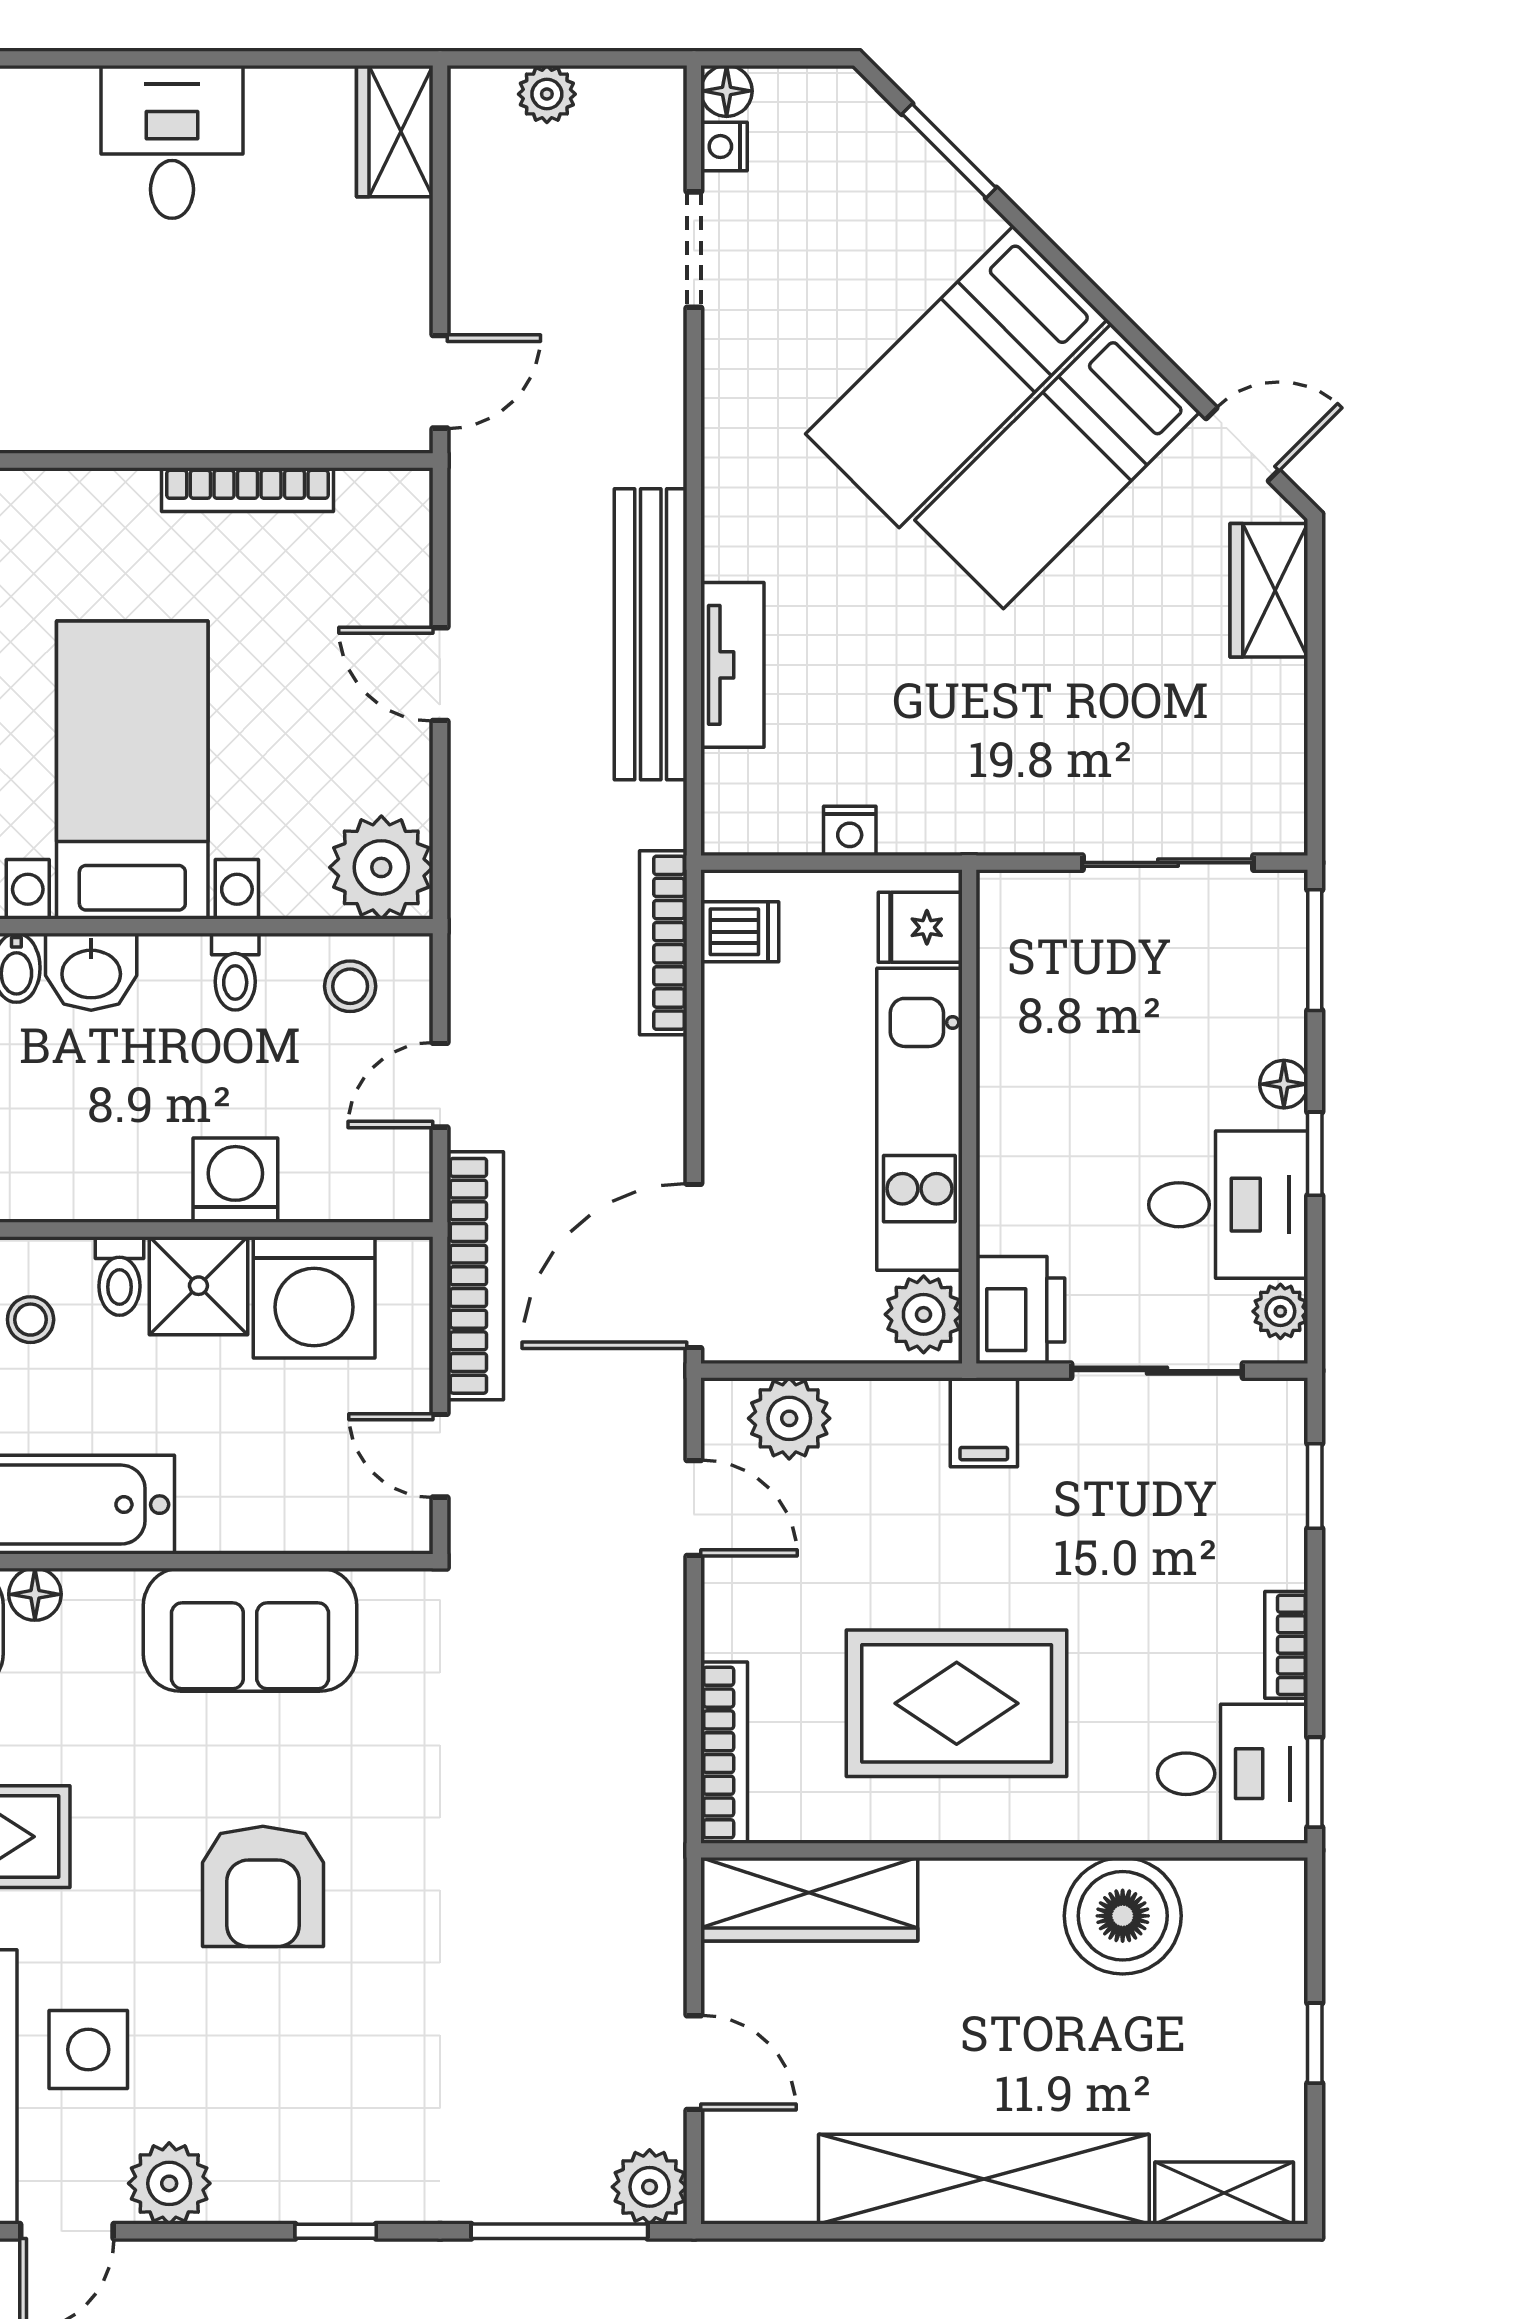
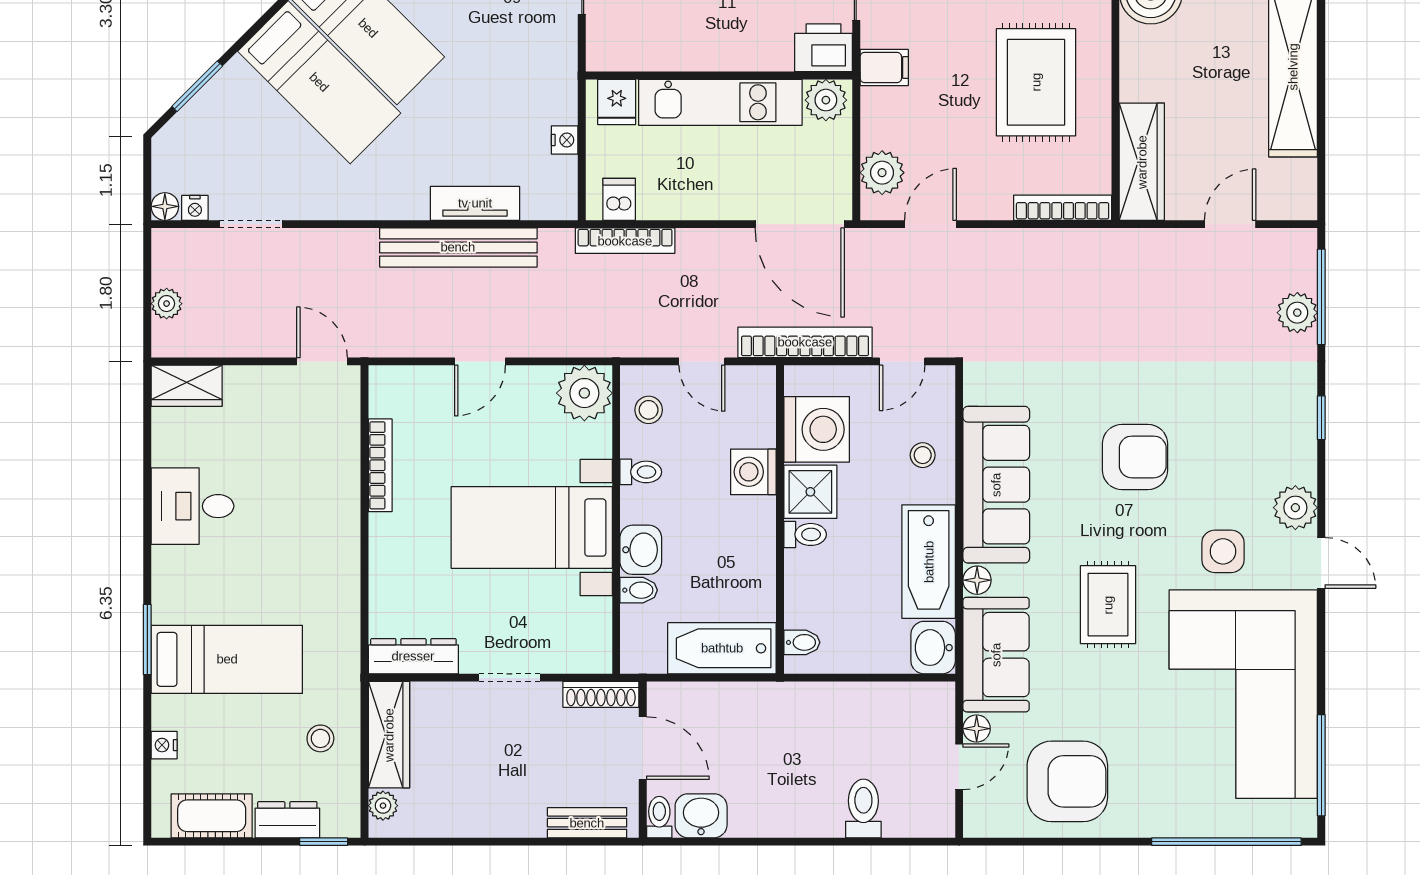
stool: (31, 1320) -> (923, 455), moved
sofa: (250, 1630) -> (996, 485), width x1.36
plant: (650, 2187) -> (1297, 313), moved

